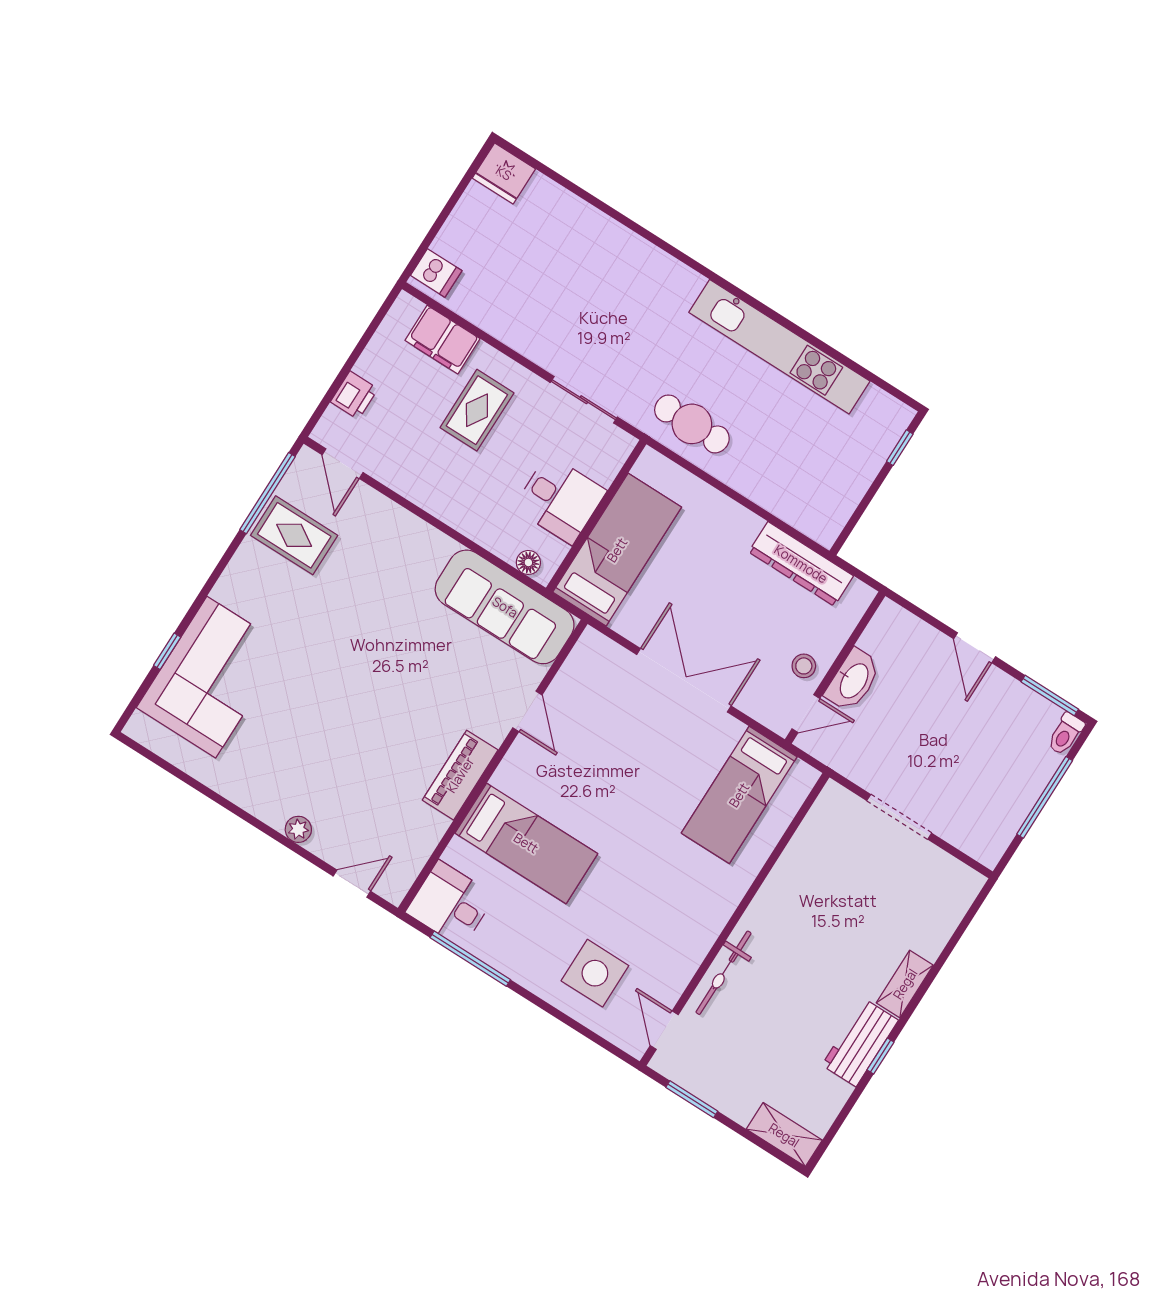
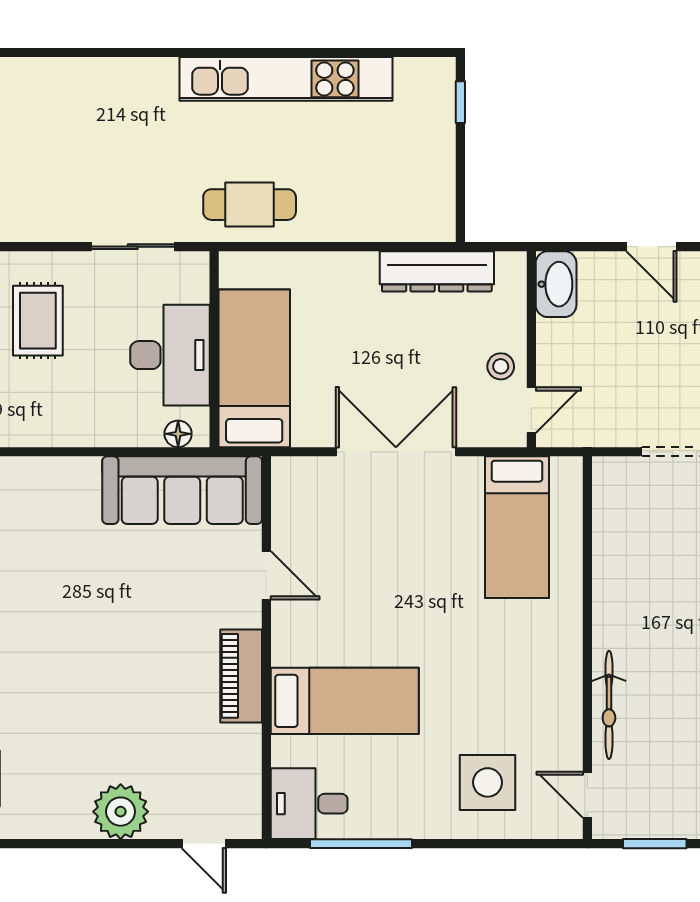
desk: (560, 499) -> (170, 355), width x1.37
washbasin: (853, 680) -> (556, 284), moved
plant: (298, 829) -> (121, 812), width x1.87, depth x1.87
door: (352, 884) -> (204, 844), swing flipped

